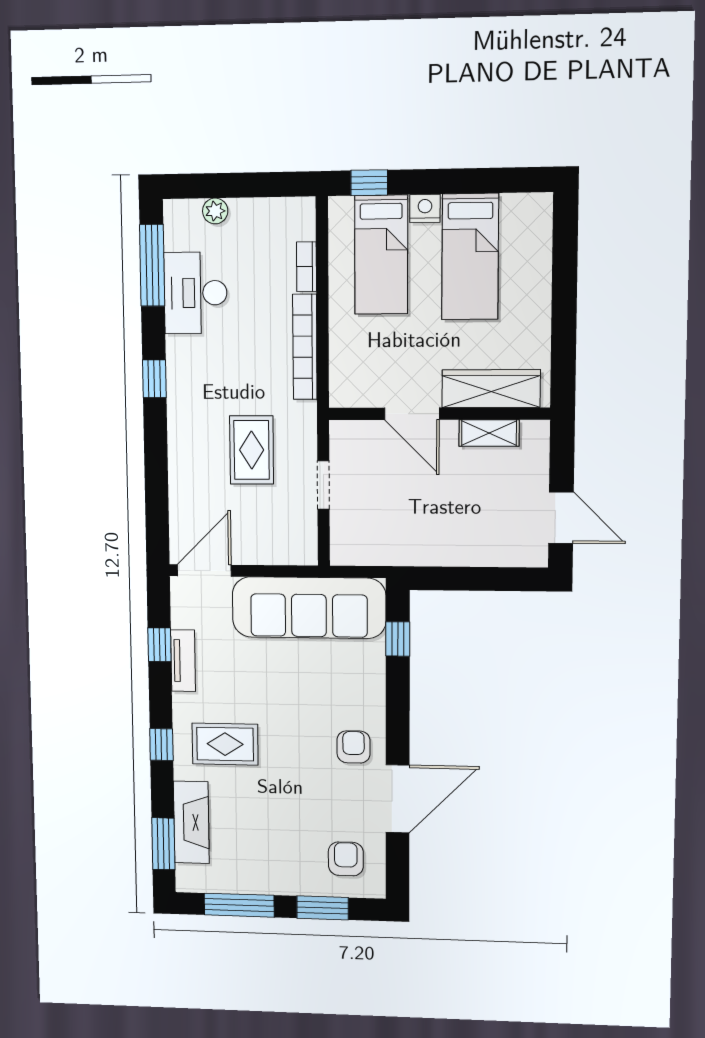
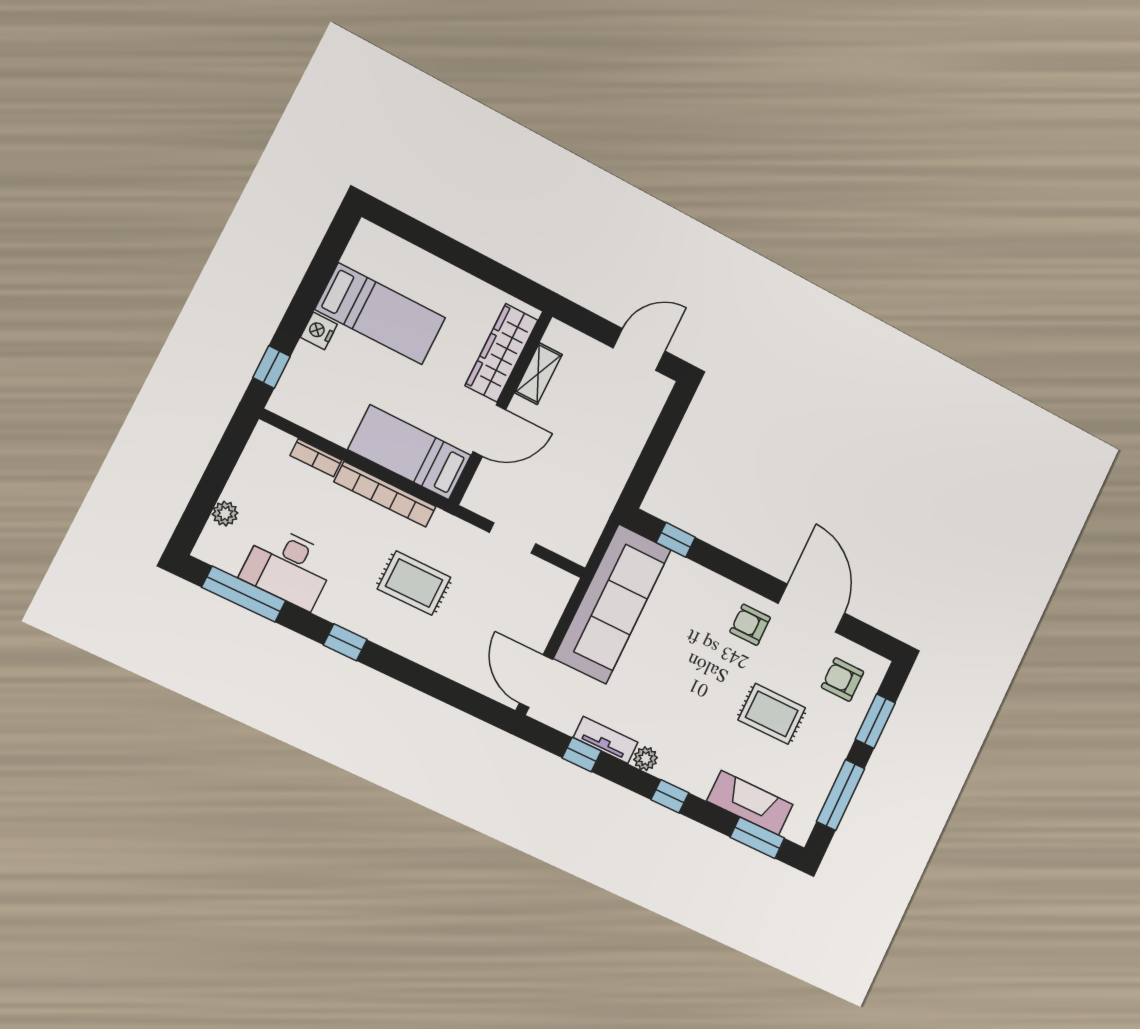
bed: (381, 255) -> (409, 452), moved, turned 180
rug: (252, 450) -> (414, 583), moved
plant: (184, 706) -> (646, 759), added
rug: (225, 744) -> (772, 714), moved, turned 90

